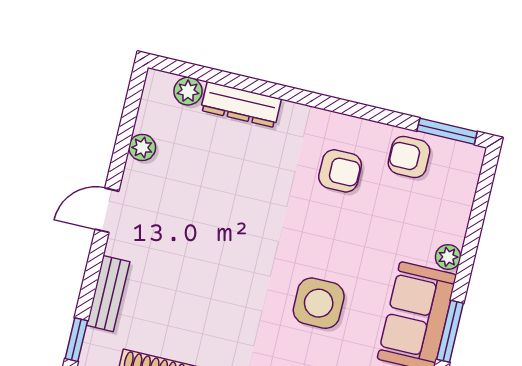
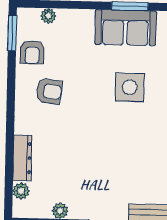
armchair: (340, 171) -> (49, 91), turned 98
plant: (448, 257) -> (48, 16), moved

